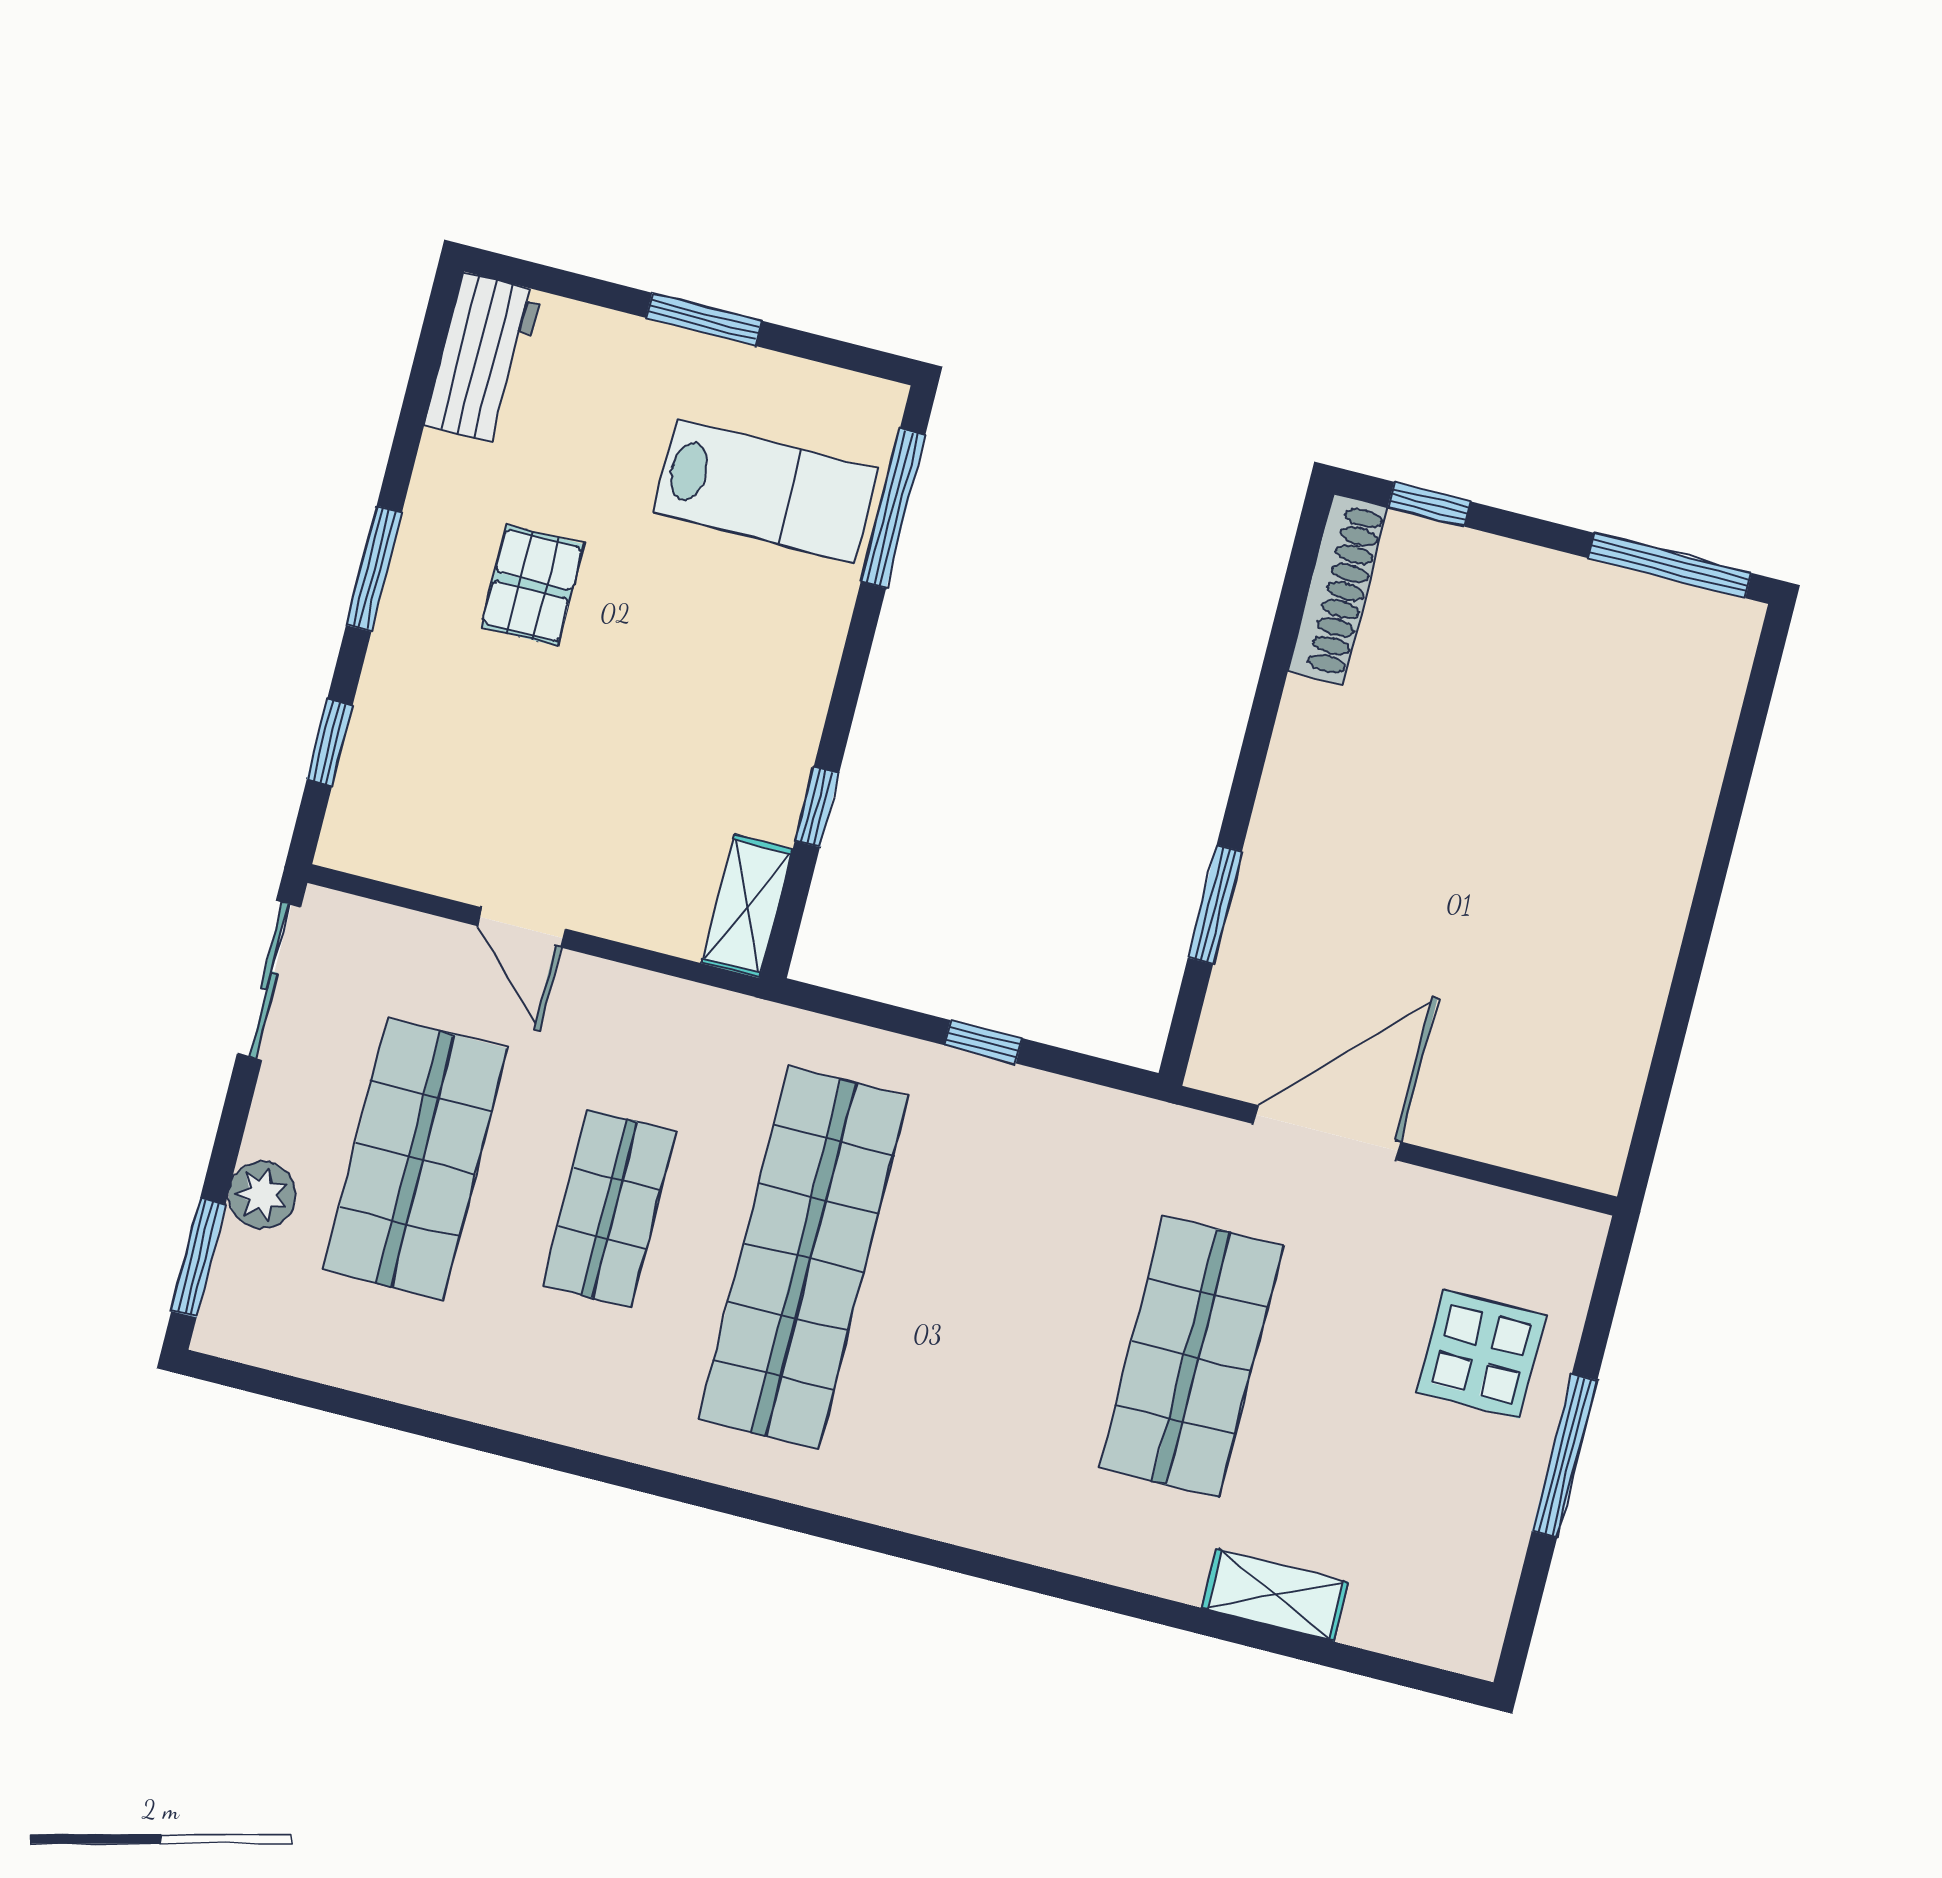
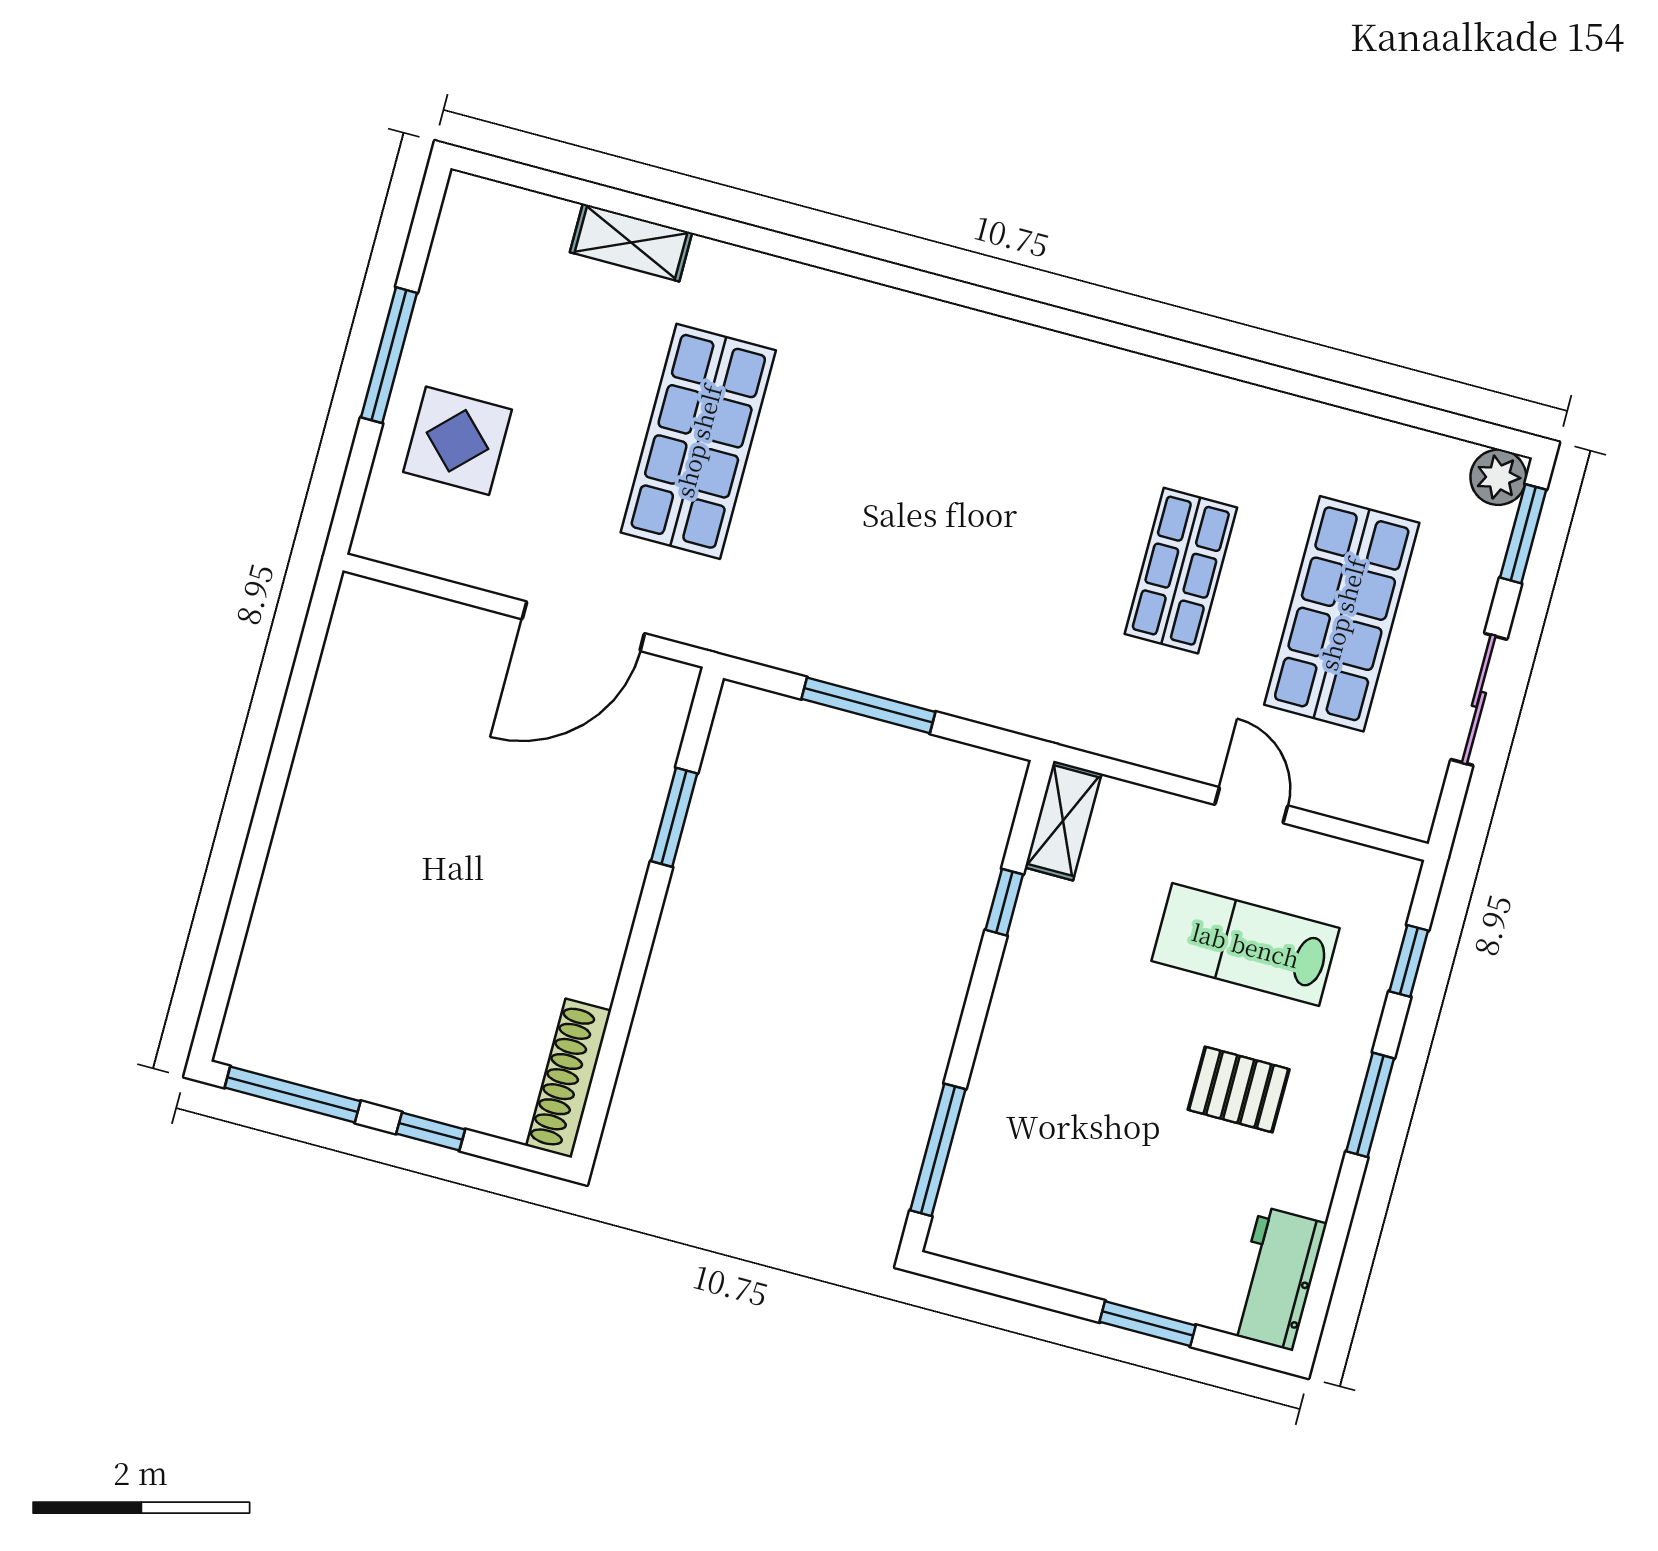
window: (704, 319) -> (1148, 1324), moved
lab bench: (766, 491) -> (1246, 945), moved
window: (1429, 504) -> (431, 1131), moved
pallet: (532, 585) -> (1239, 1089), turned 90
sliding door: (269, 980) -> (1479, 699), moved
window: (983, 1042) -> (868, 705), width x2.17
plant: (262, 1195) -> (1498, 477), moved
shop shelf: (803, 1258) -> (1020, 528), removed

